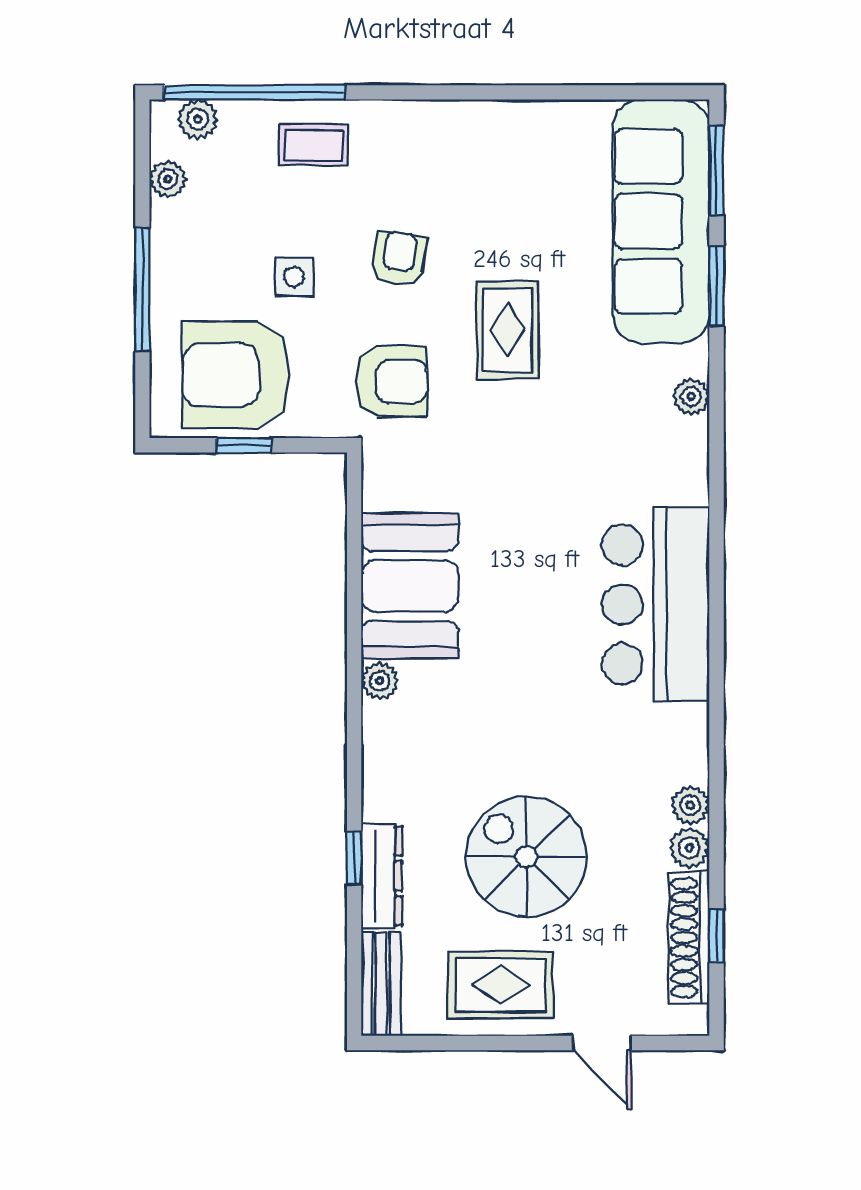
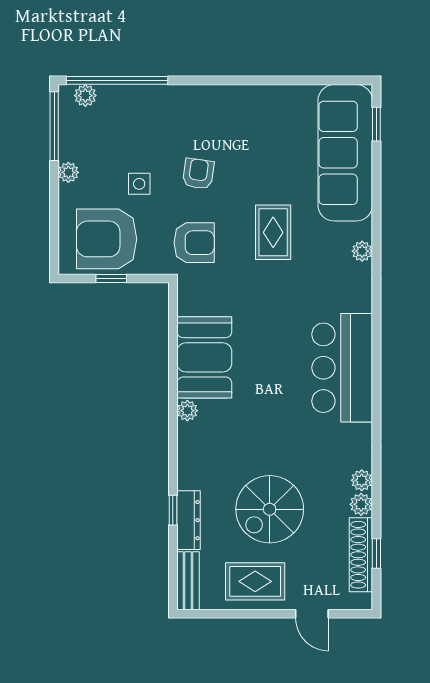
coffee table: (314, 145) -> (150, 110), removed
window: (716, 170) -> (376, 124), width x0.67
plant: (168, 179) -> (68, 172), moved
window: (716, 286) -> (376, 189), removed
window: (142, 290) -> (54, 126), moved
rug: (507, 330) -> (273, 232), moved
spiral stairs: (526, 857) -> (270, 509), turned -90

